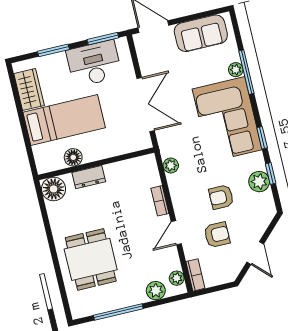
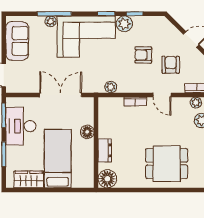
floor lamp: (73, 157) -> (87, 132), moved
plant: (259, 182) -> (124, 24), moved
armchair: (221, 197) -> (143, 55), turned 90

